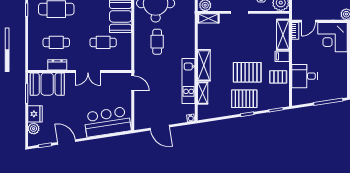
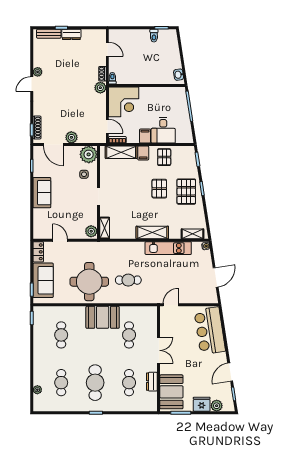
filing cabinet: (299, 58) -> (145, 136), added
pallet: (247, 72) -> (159, 189), width x0.67, depth x0.71
shelving: (203, 93) -> (193, 234), moved

